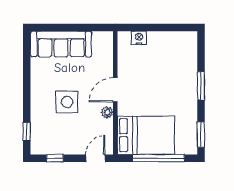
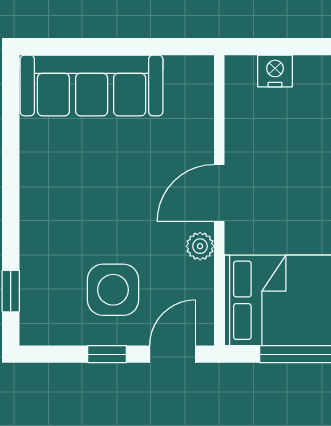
side table: (67, 102) -> (113, 290), moved
window: (55, 158) -> (107, 354), moved

